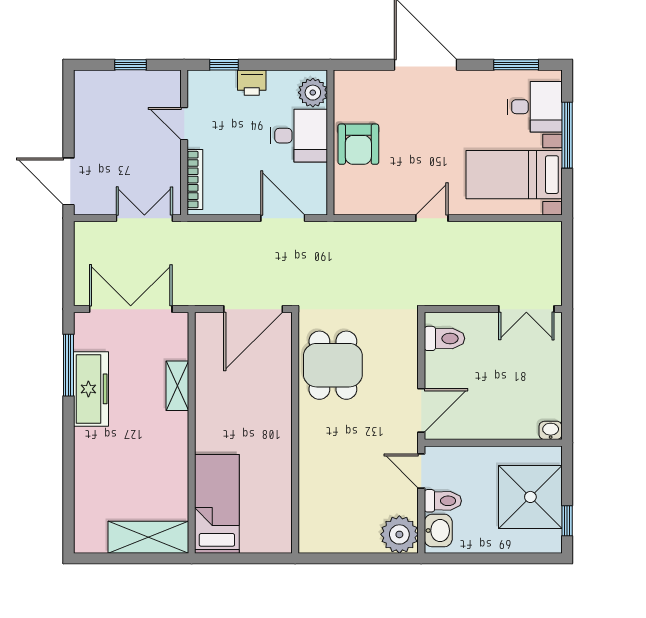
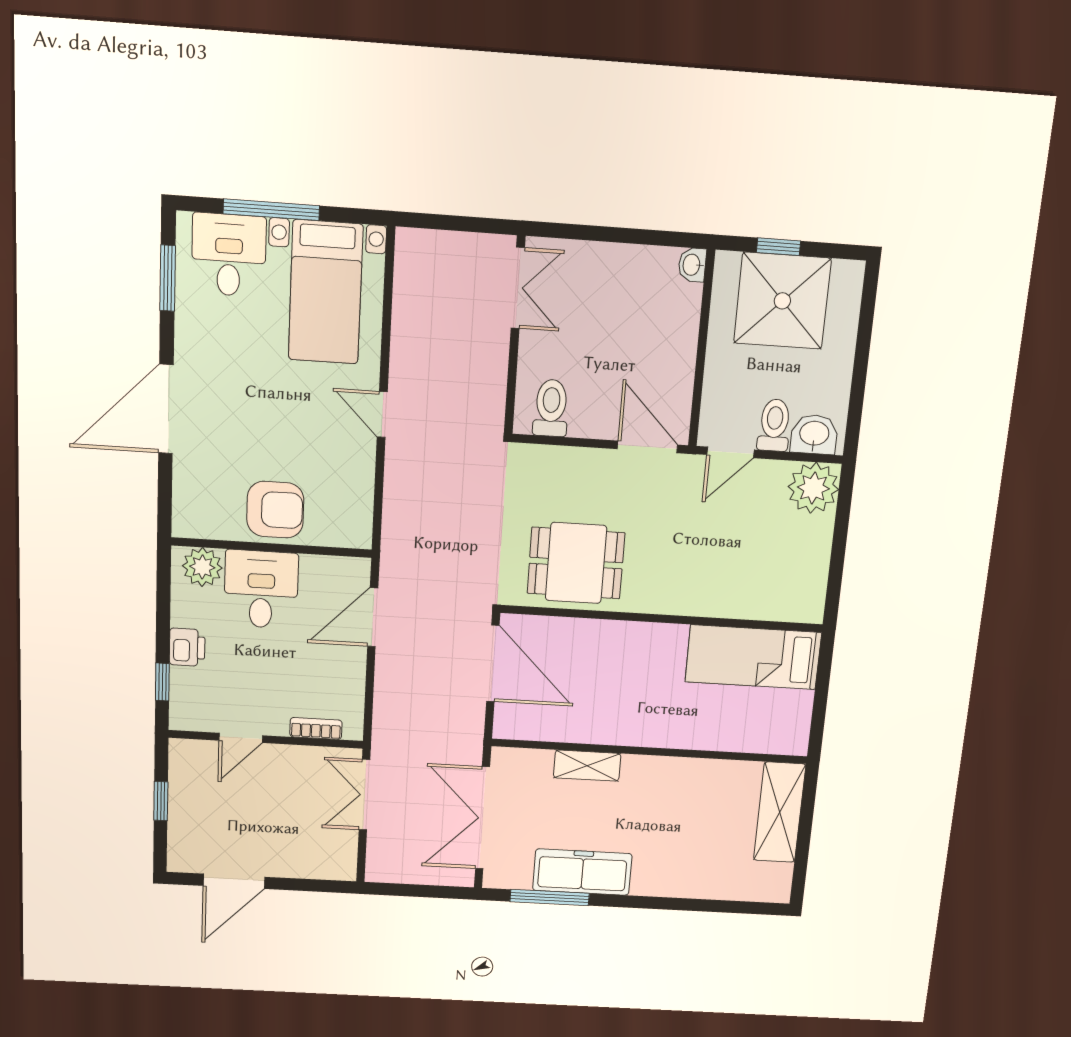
bookcase: (195, 180) -> (316, 728), width x0.64
door: (68, 181) -> (234, 881), moved
bed: (217, 504) -> (753, 657), moved
window: (567, 521) -> (779, 247), moved

